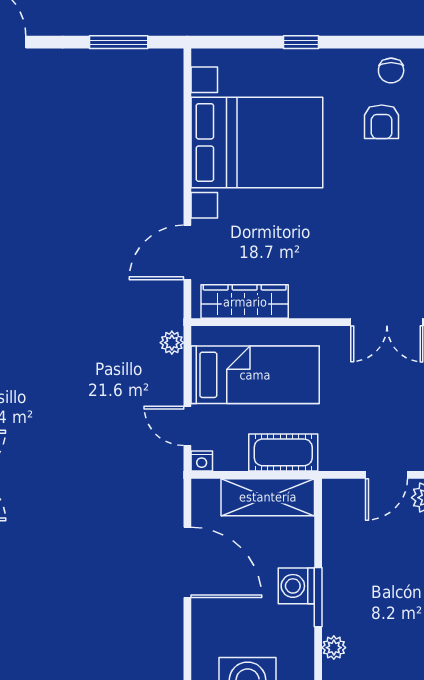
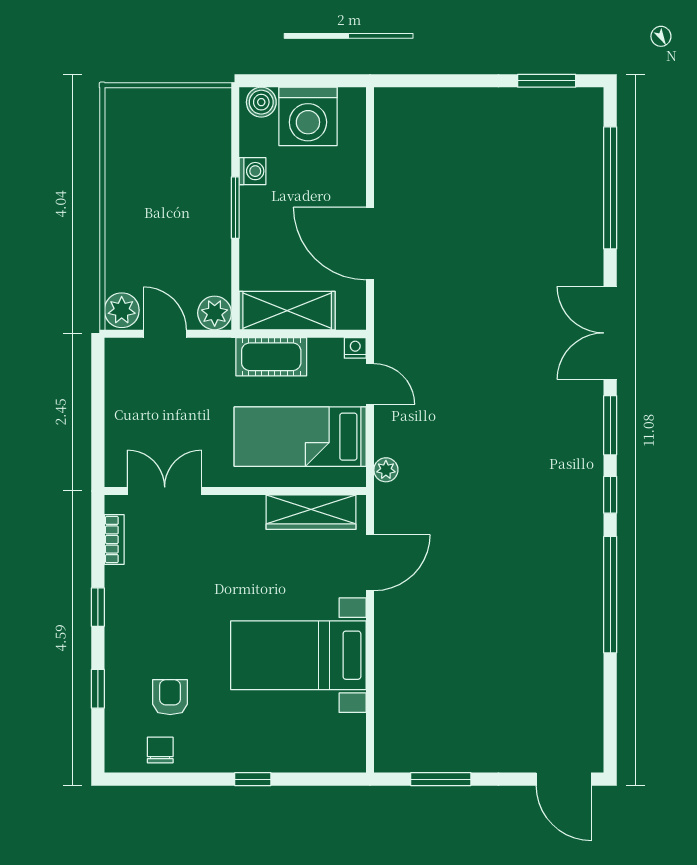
bed with nightstands: (257, 142) -> (298, 655), width x0.73
door: (386, 475) -> (165, 334), hinge flipped
washing machine: (296, 586) -> (253, 171), moved, width x0.73, depth x0.73
plant: (334, 648) -> (215, 313), moved, width x1.38, depth x1.38

